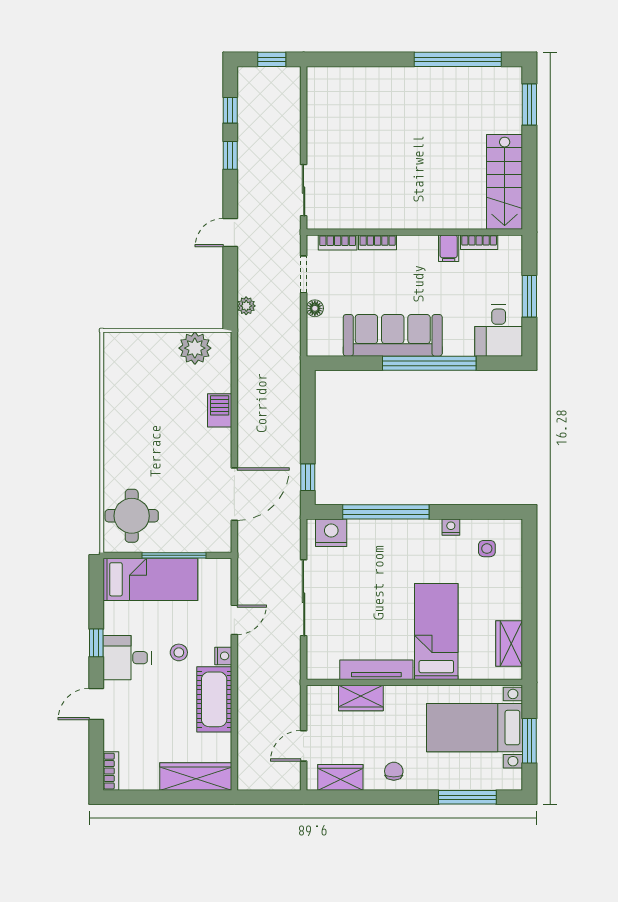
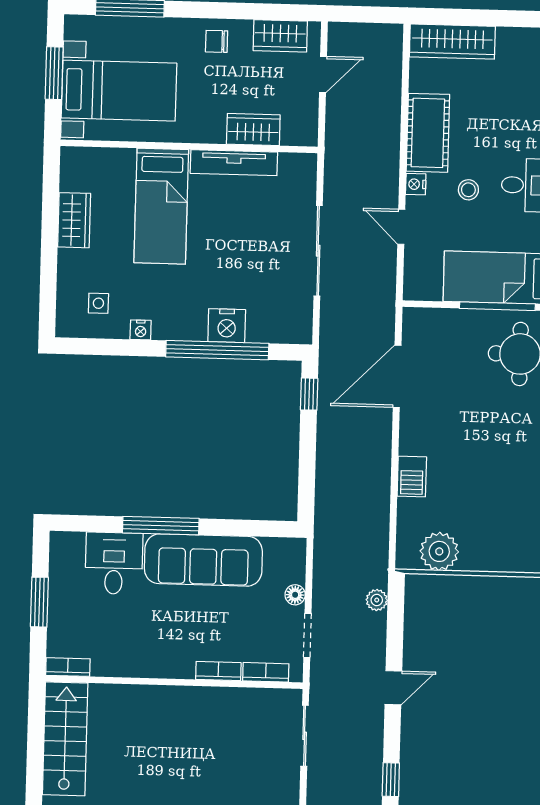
bookcase: (479, 242) -> (68, 667), moved
filing cabinet: (449, 248) -> (134, 662), removed
desk: (499, 331) -> (114, 563), moved
window: (429, 363) -> (161, 526), width x0.68
nightstand: (331, 533) -> (227, 326), moved
window: (174, 555) -> (497, 306), moved
door: (234, 620) -> (401, 227), hinge flipped
wardrobe: (509, 644) -> (74, 220), moved
chair: (394, 771) -> (217, 41), turned 90

